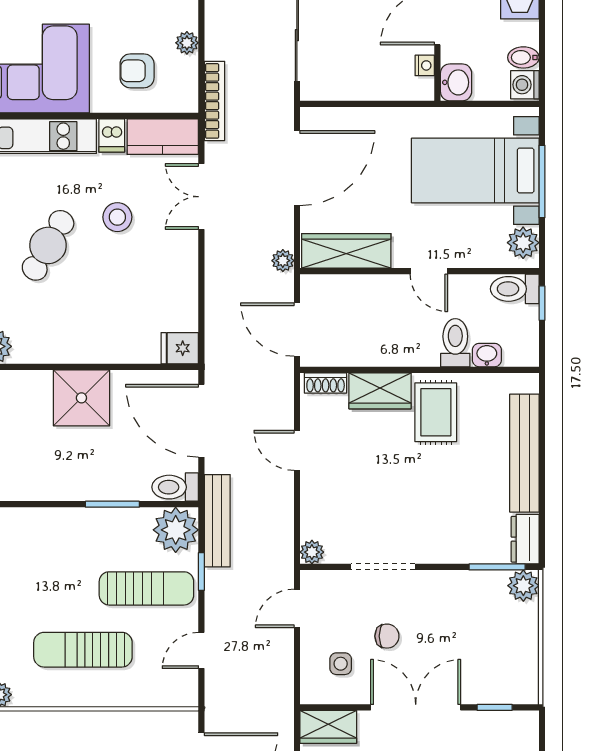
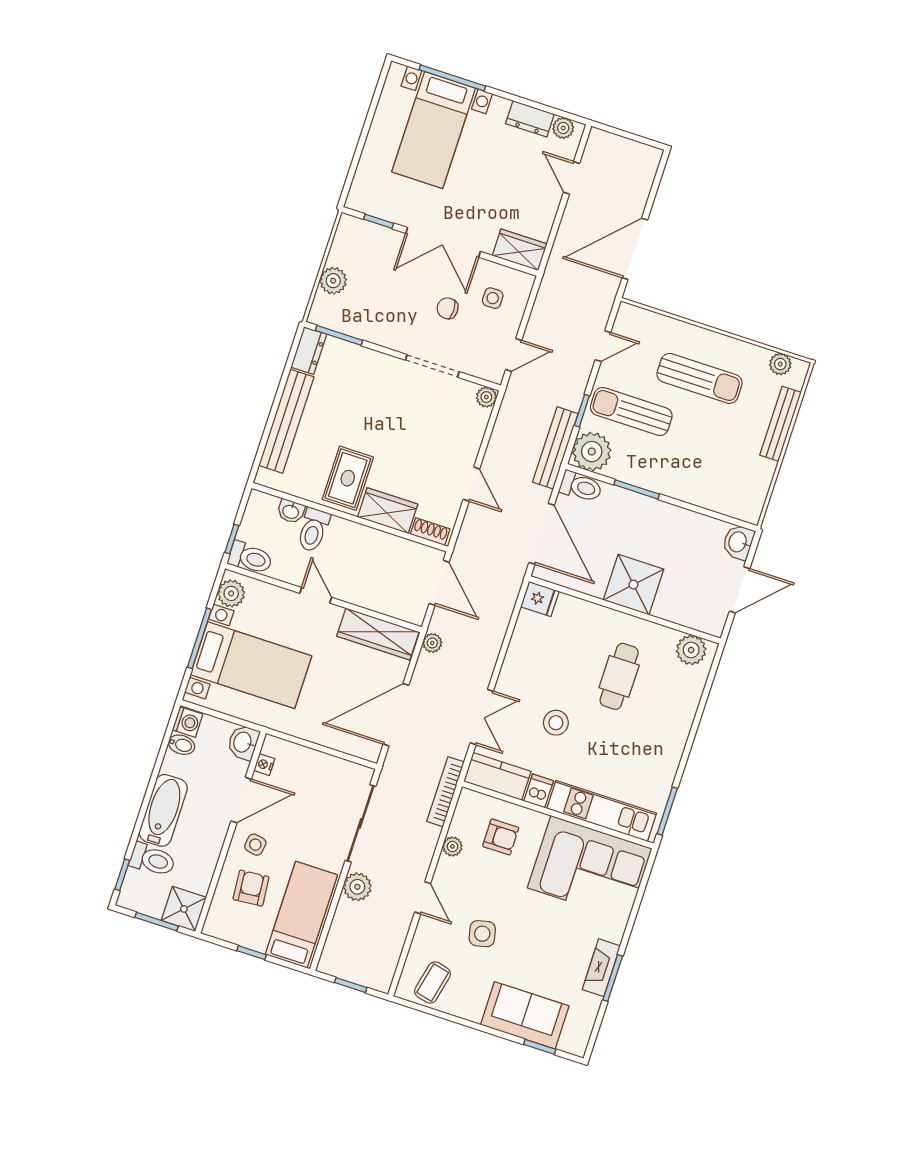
cafe table: (48, 245) -> (619, 676), moved, turned -30
plant: (523, 586) -> (333, 281), moved

